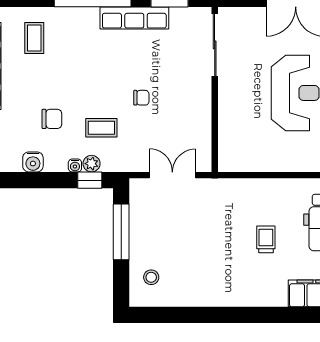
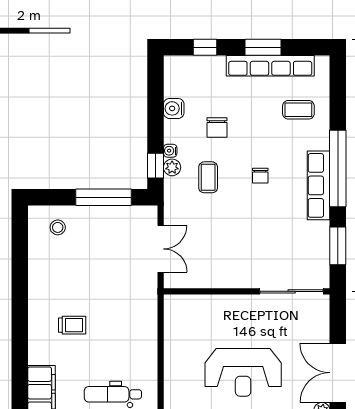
row of seats: (134, 18) -> (319, 185), moved
chair: (141, 98) -> (260, 176), moved
trolley: (266, 239) -> (72, 325), moved

